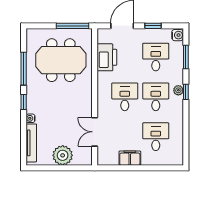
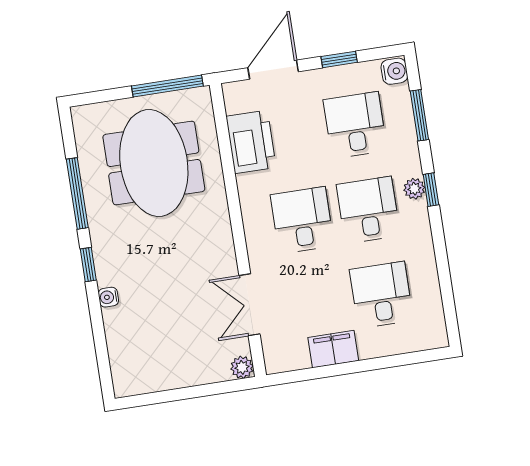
meeting table: (61, 60) -> (154, 163), turned 90
tv unit: (31, 143) -> (118, 349), removed
plant: (63, 155) -> (242, 367), moved, width x0.53, depth x0.53

